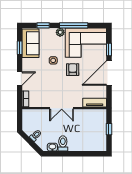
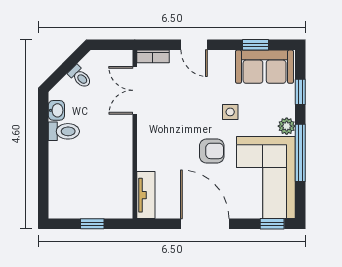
window: (109, 50) -> (272, 224), moved
double door: (62, 108) -> (135, 90), moved

